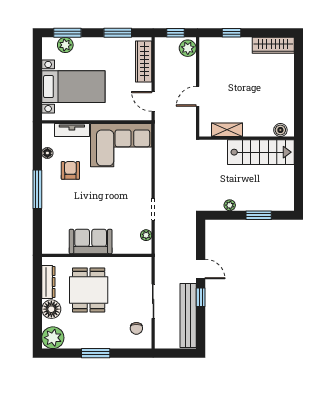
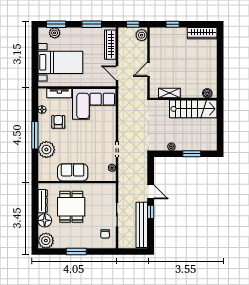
plant: (54, 209) -> (46, 150), added

